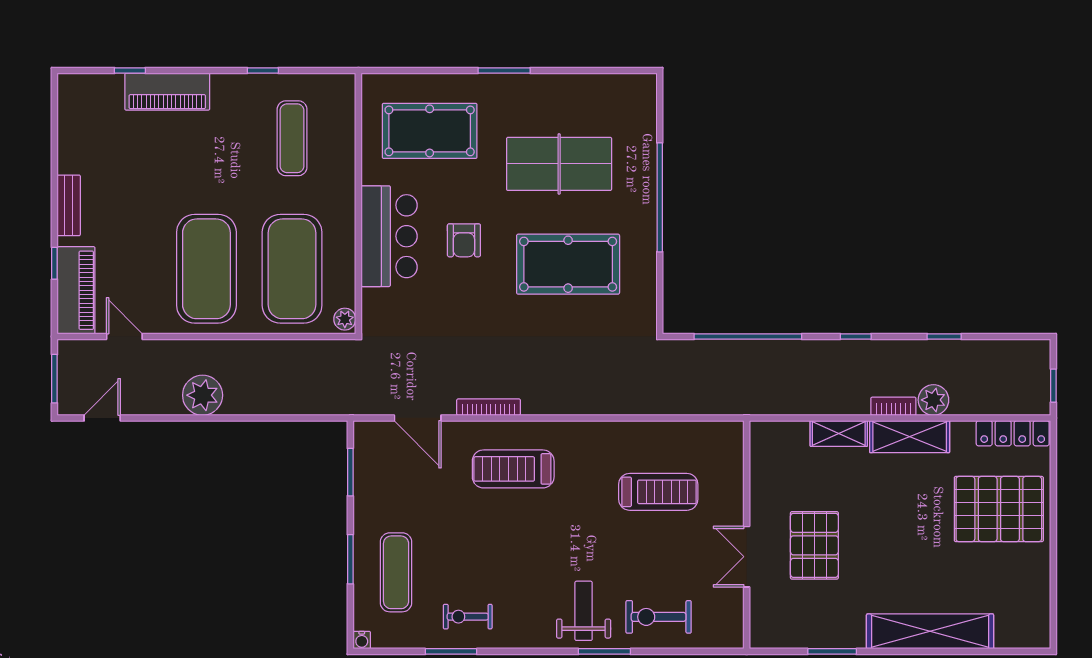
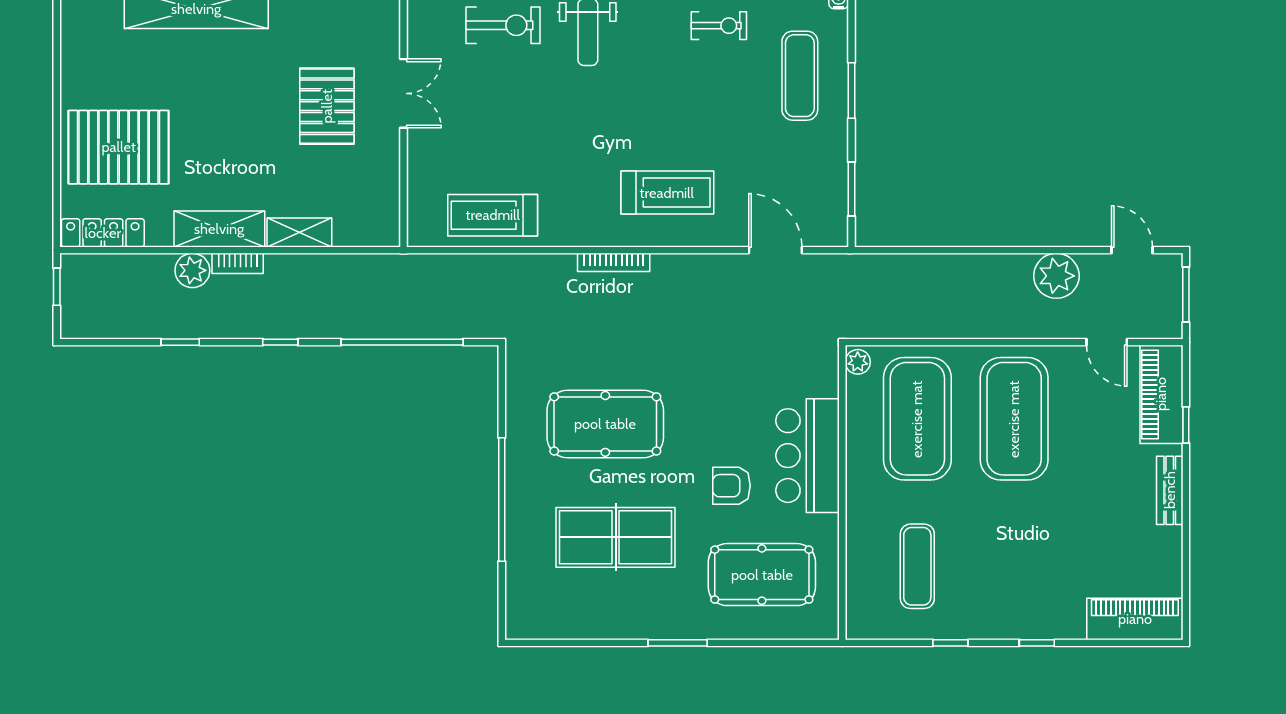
window: (130, 71) -> (1037, 643), moved
piano: (167, 92) -> (1135, 619), moved
armchair: (464, 240) -> (732, 486), moved, turned -90
plant: (203, 395) -> (1056, 276), moved
bookcase: (489, 407) -> (614, 262), moved
door: (102, 418) -> (1132, 250), swing flipped
treadmill: (658, 492) -> (493, 215), moved

